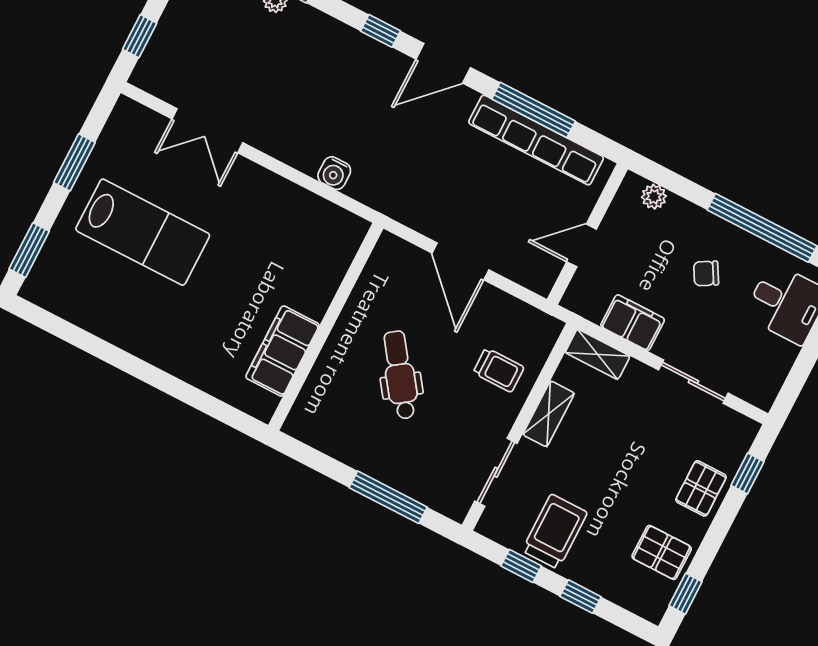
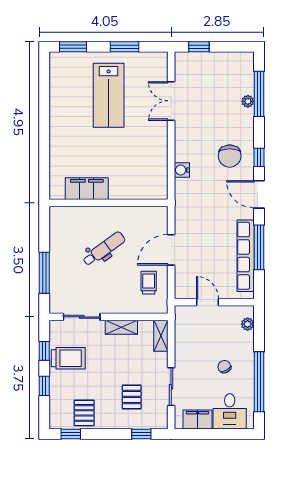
chair: (352, 80) -> (230, 156), added
filing cabinet: (633, 323) -> (198, 419), moved, turned -90
trolley: (498, 370) -> (149, 283), moved, turned 180
pallet: (701, 488) -> (132, 397), moved, turned 90

